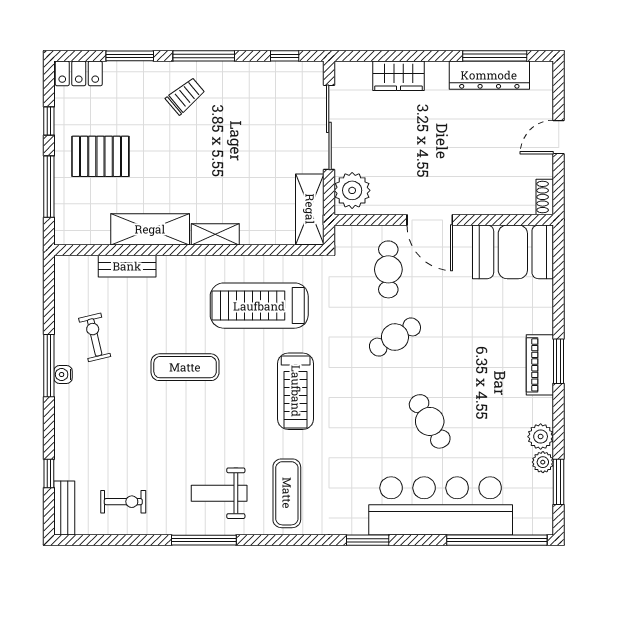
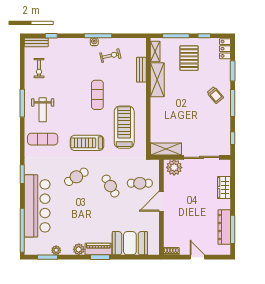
shelving: (215, 234) -> (155, 51), moved
booth: (513, 252) -> (130, 243), moved, turned 90
cafe table: (430, 421) -> (76, 177), moved
plant: (541, 437) -> (79, 249), moved
weight bench: (219, 493) -> (43, 110), turned 180

